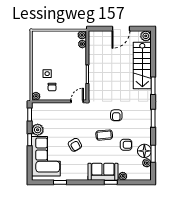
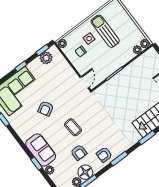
sun lounger: (51, 58) -> (105, 31), added
door: (77, 101) -> (84, 82), hinge flipped
armchair: (116, 115) -> (104, 155), moved
plant: (38, 130) -> (46, 58), moved

